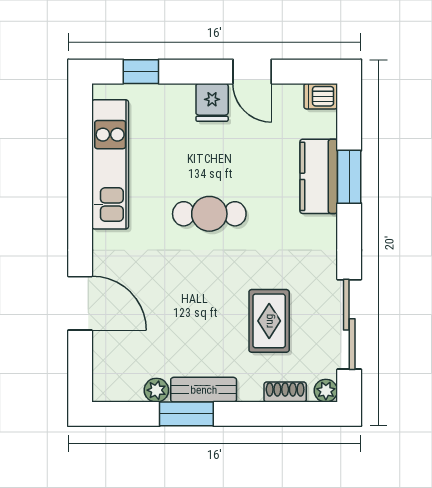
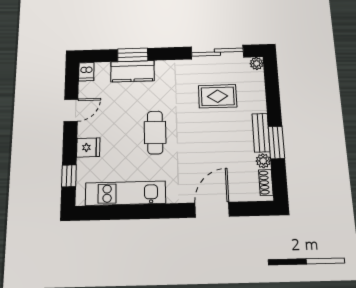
fridge: (212, 102) -> (88, 147), moved
shoe rack: (285, 392) -> (266, 182), moved

